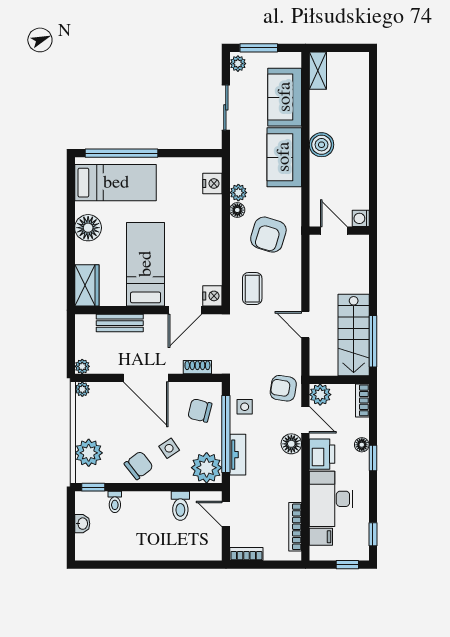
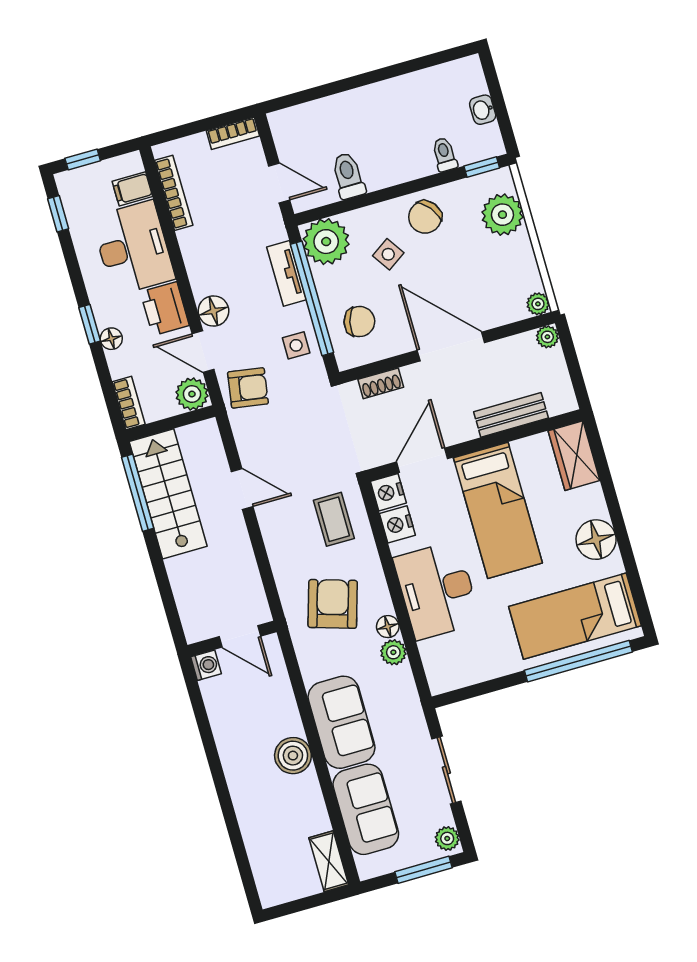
nightstand: (212, 183) -> (397, 524), moved
desk: (199, 224) -> (437, 590), added

